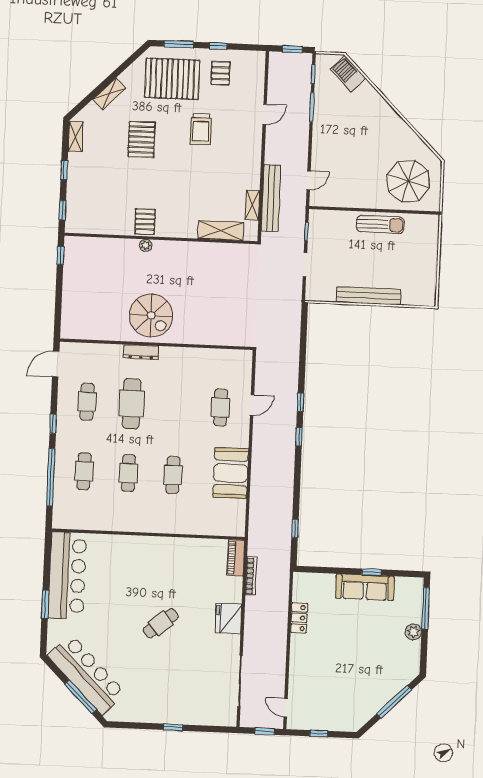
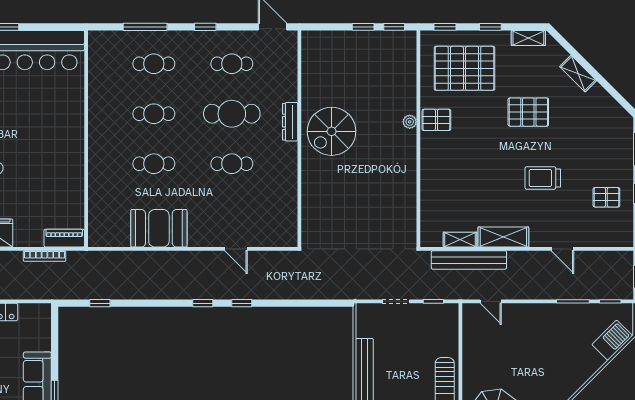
pallet: (172, 79) -> (464, 68), moved, turned 90
shelving: (221, 230) -> (503, 237), moved, turned 90
window: (59, 283) -> (363, 27), added
cafe table: (221, 408) -> (232, 164), moved
window: (51, 477) -> (145, 27), width x0.68

